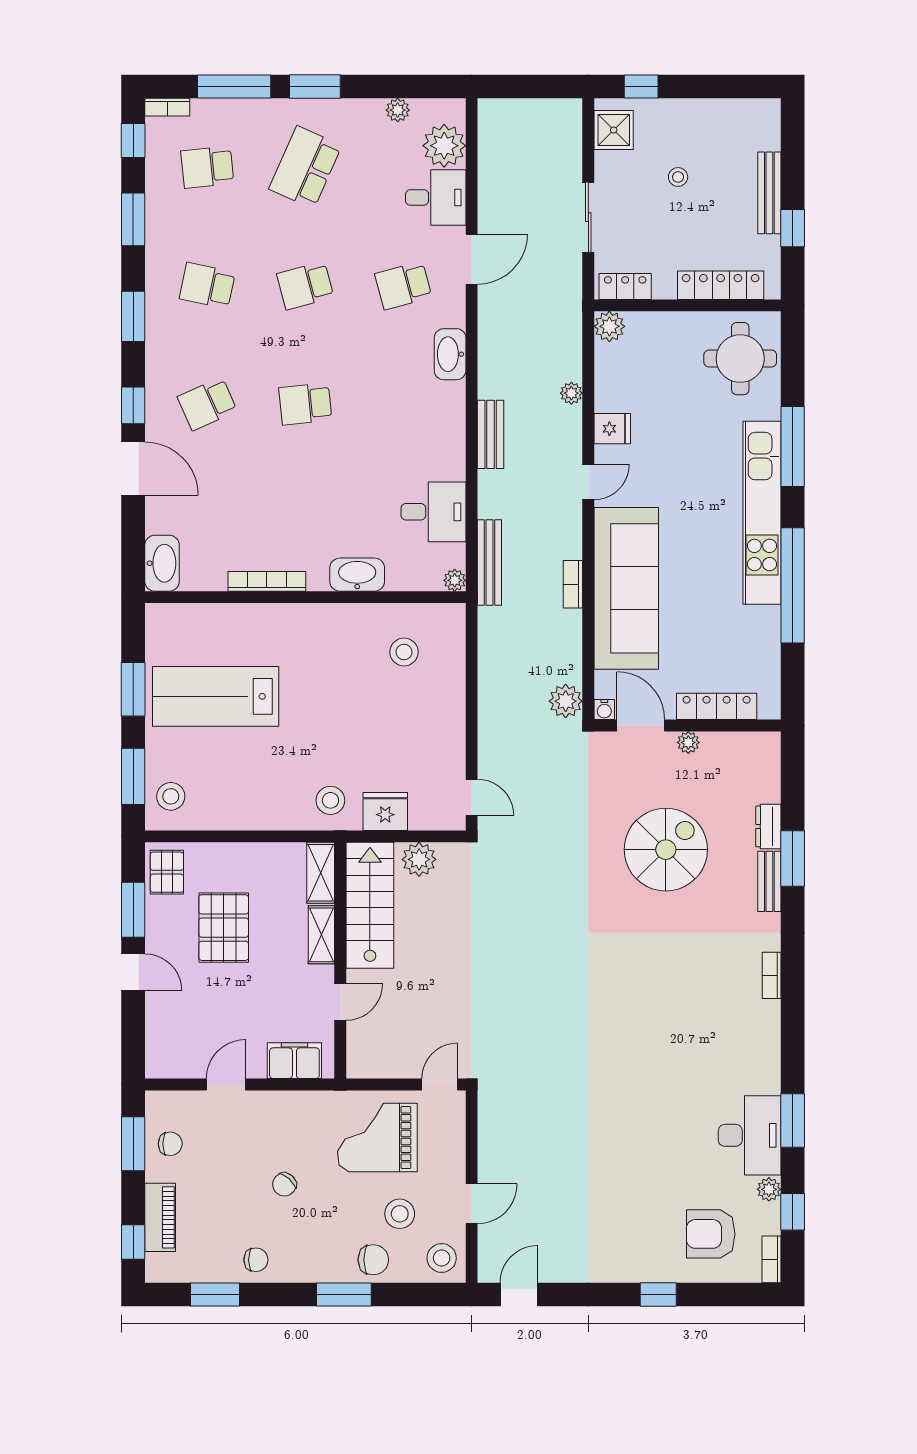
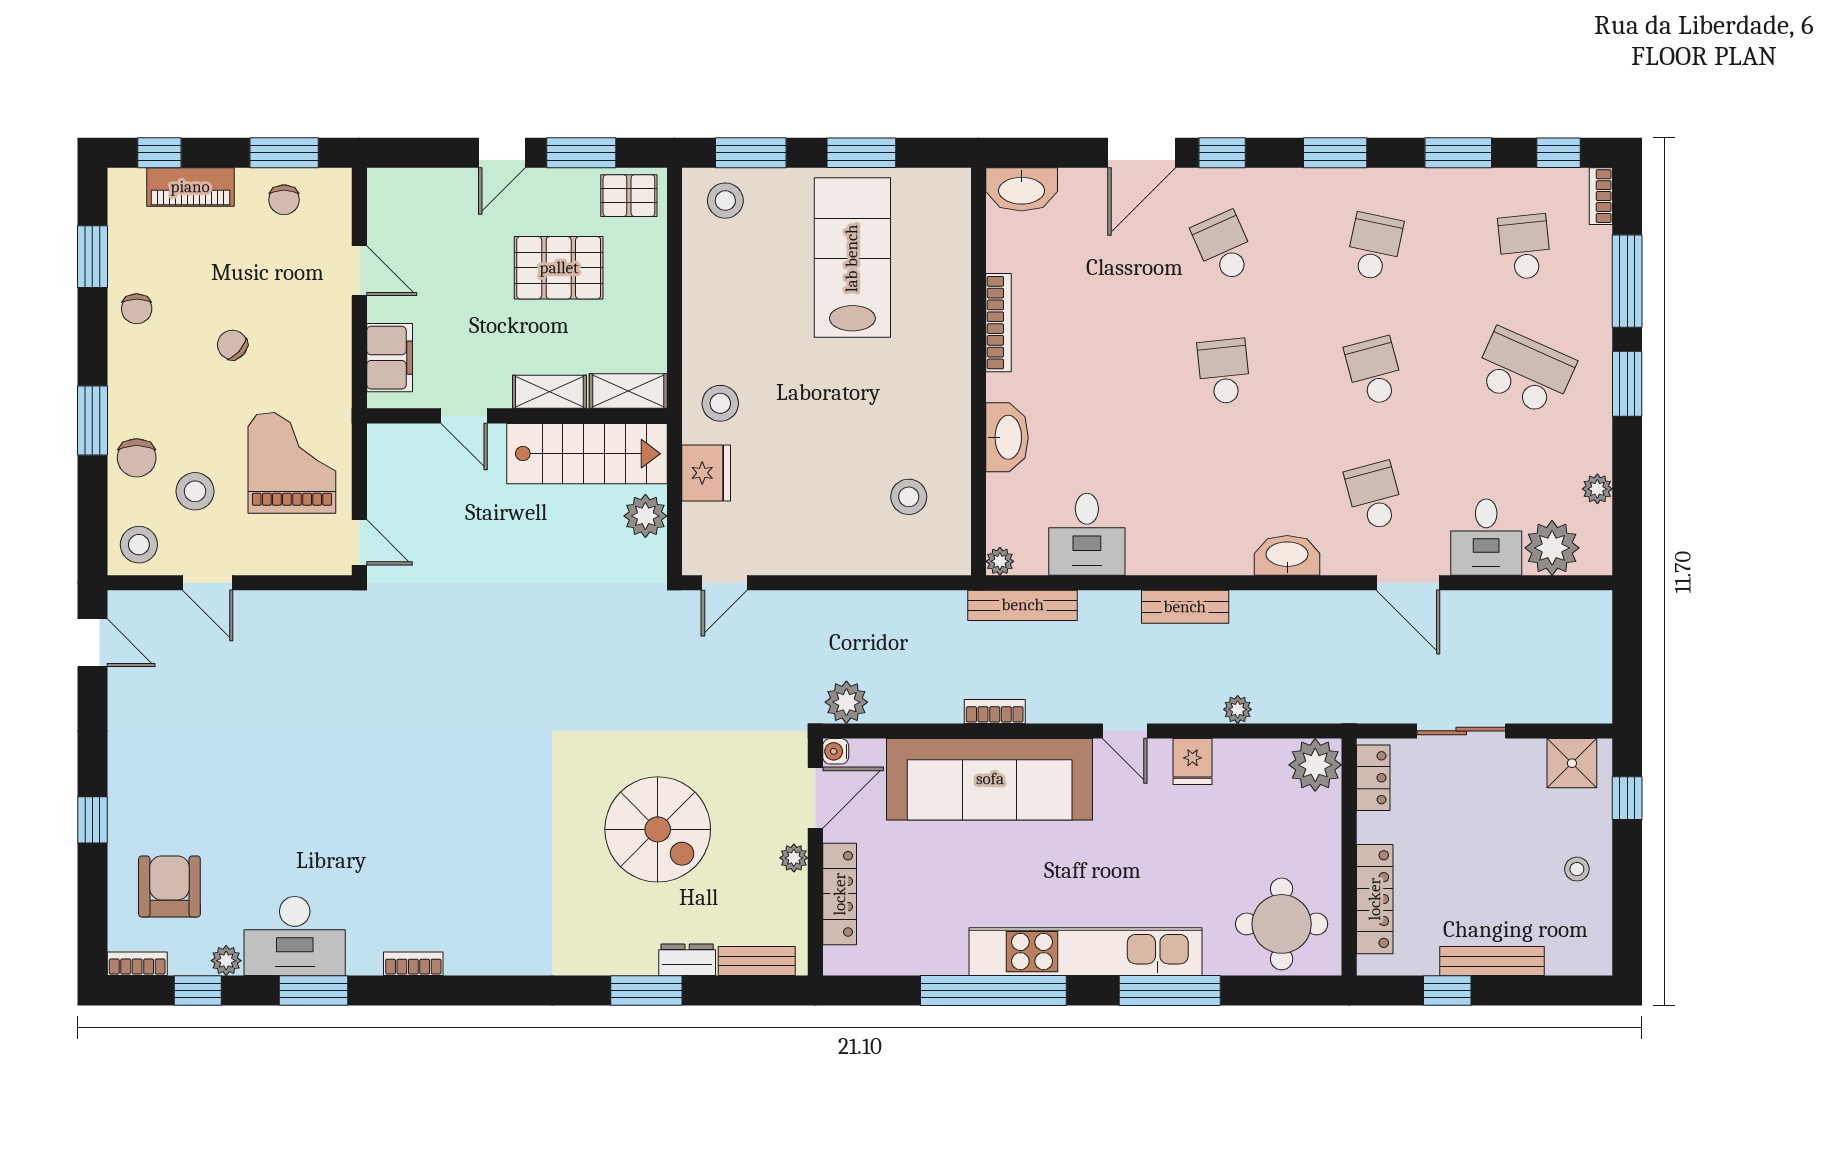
stool: (678, 177) -> (1577, 869), moved
plant: (609, 326) -> (1315, 765), width x1.36, depth x1.36
bench: (769, 881) -> (757, 961), moved
bookcase: (772, 975) -> (413, 964), moved

